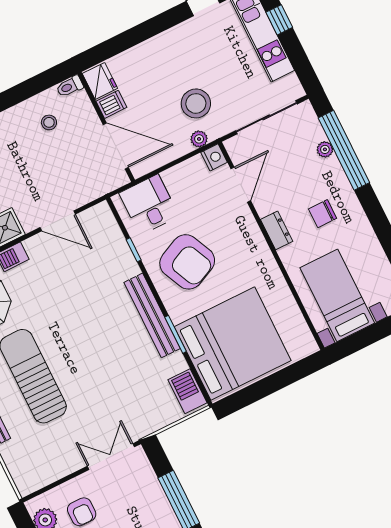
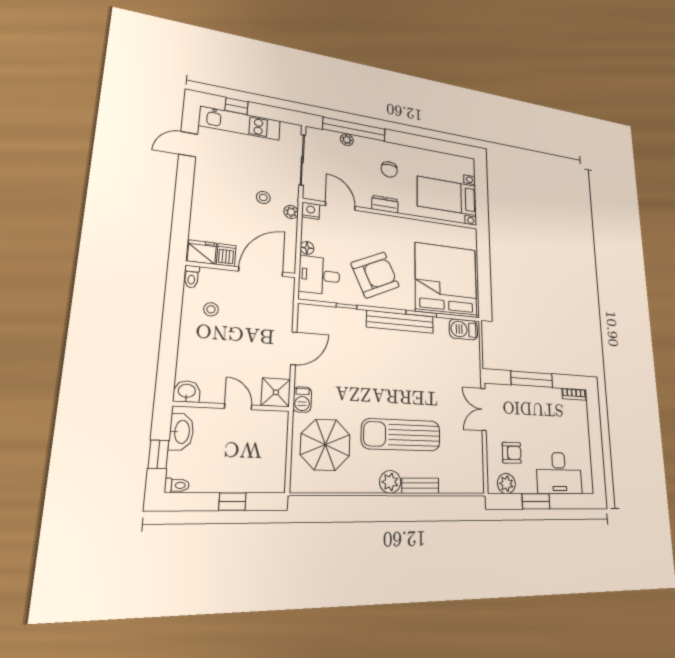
stool: (196, 103) -> (263, 197), width x0.53, depth x0.53
floor lamp: (170, 176) -> (307, 248), added

